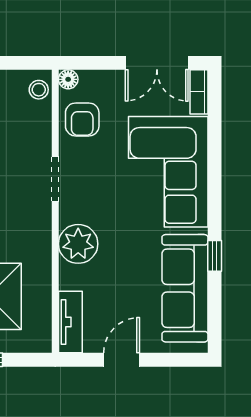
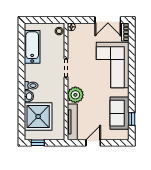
armchair: (82, 119) -> (77, 43), removed
window: (215, 256) -> (132, 119), moved
sofa: (185, 288) -> (120, 113), width x0.73
tv unit: (70, 322) -> (72, 122), width x1.41

